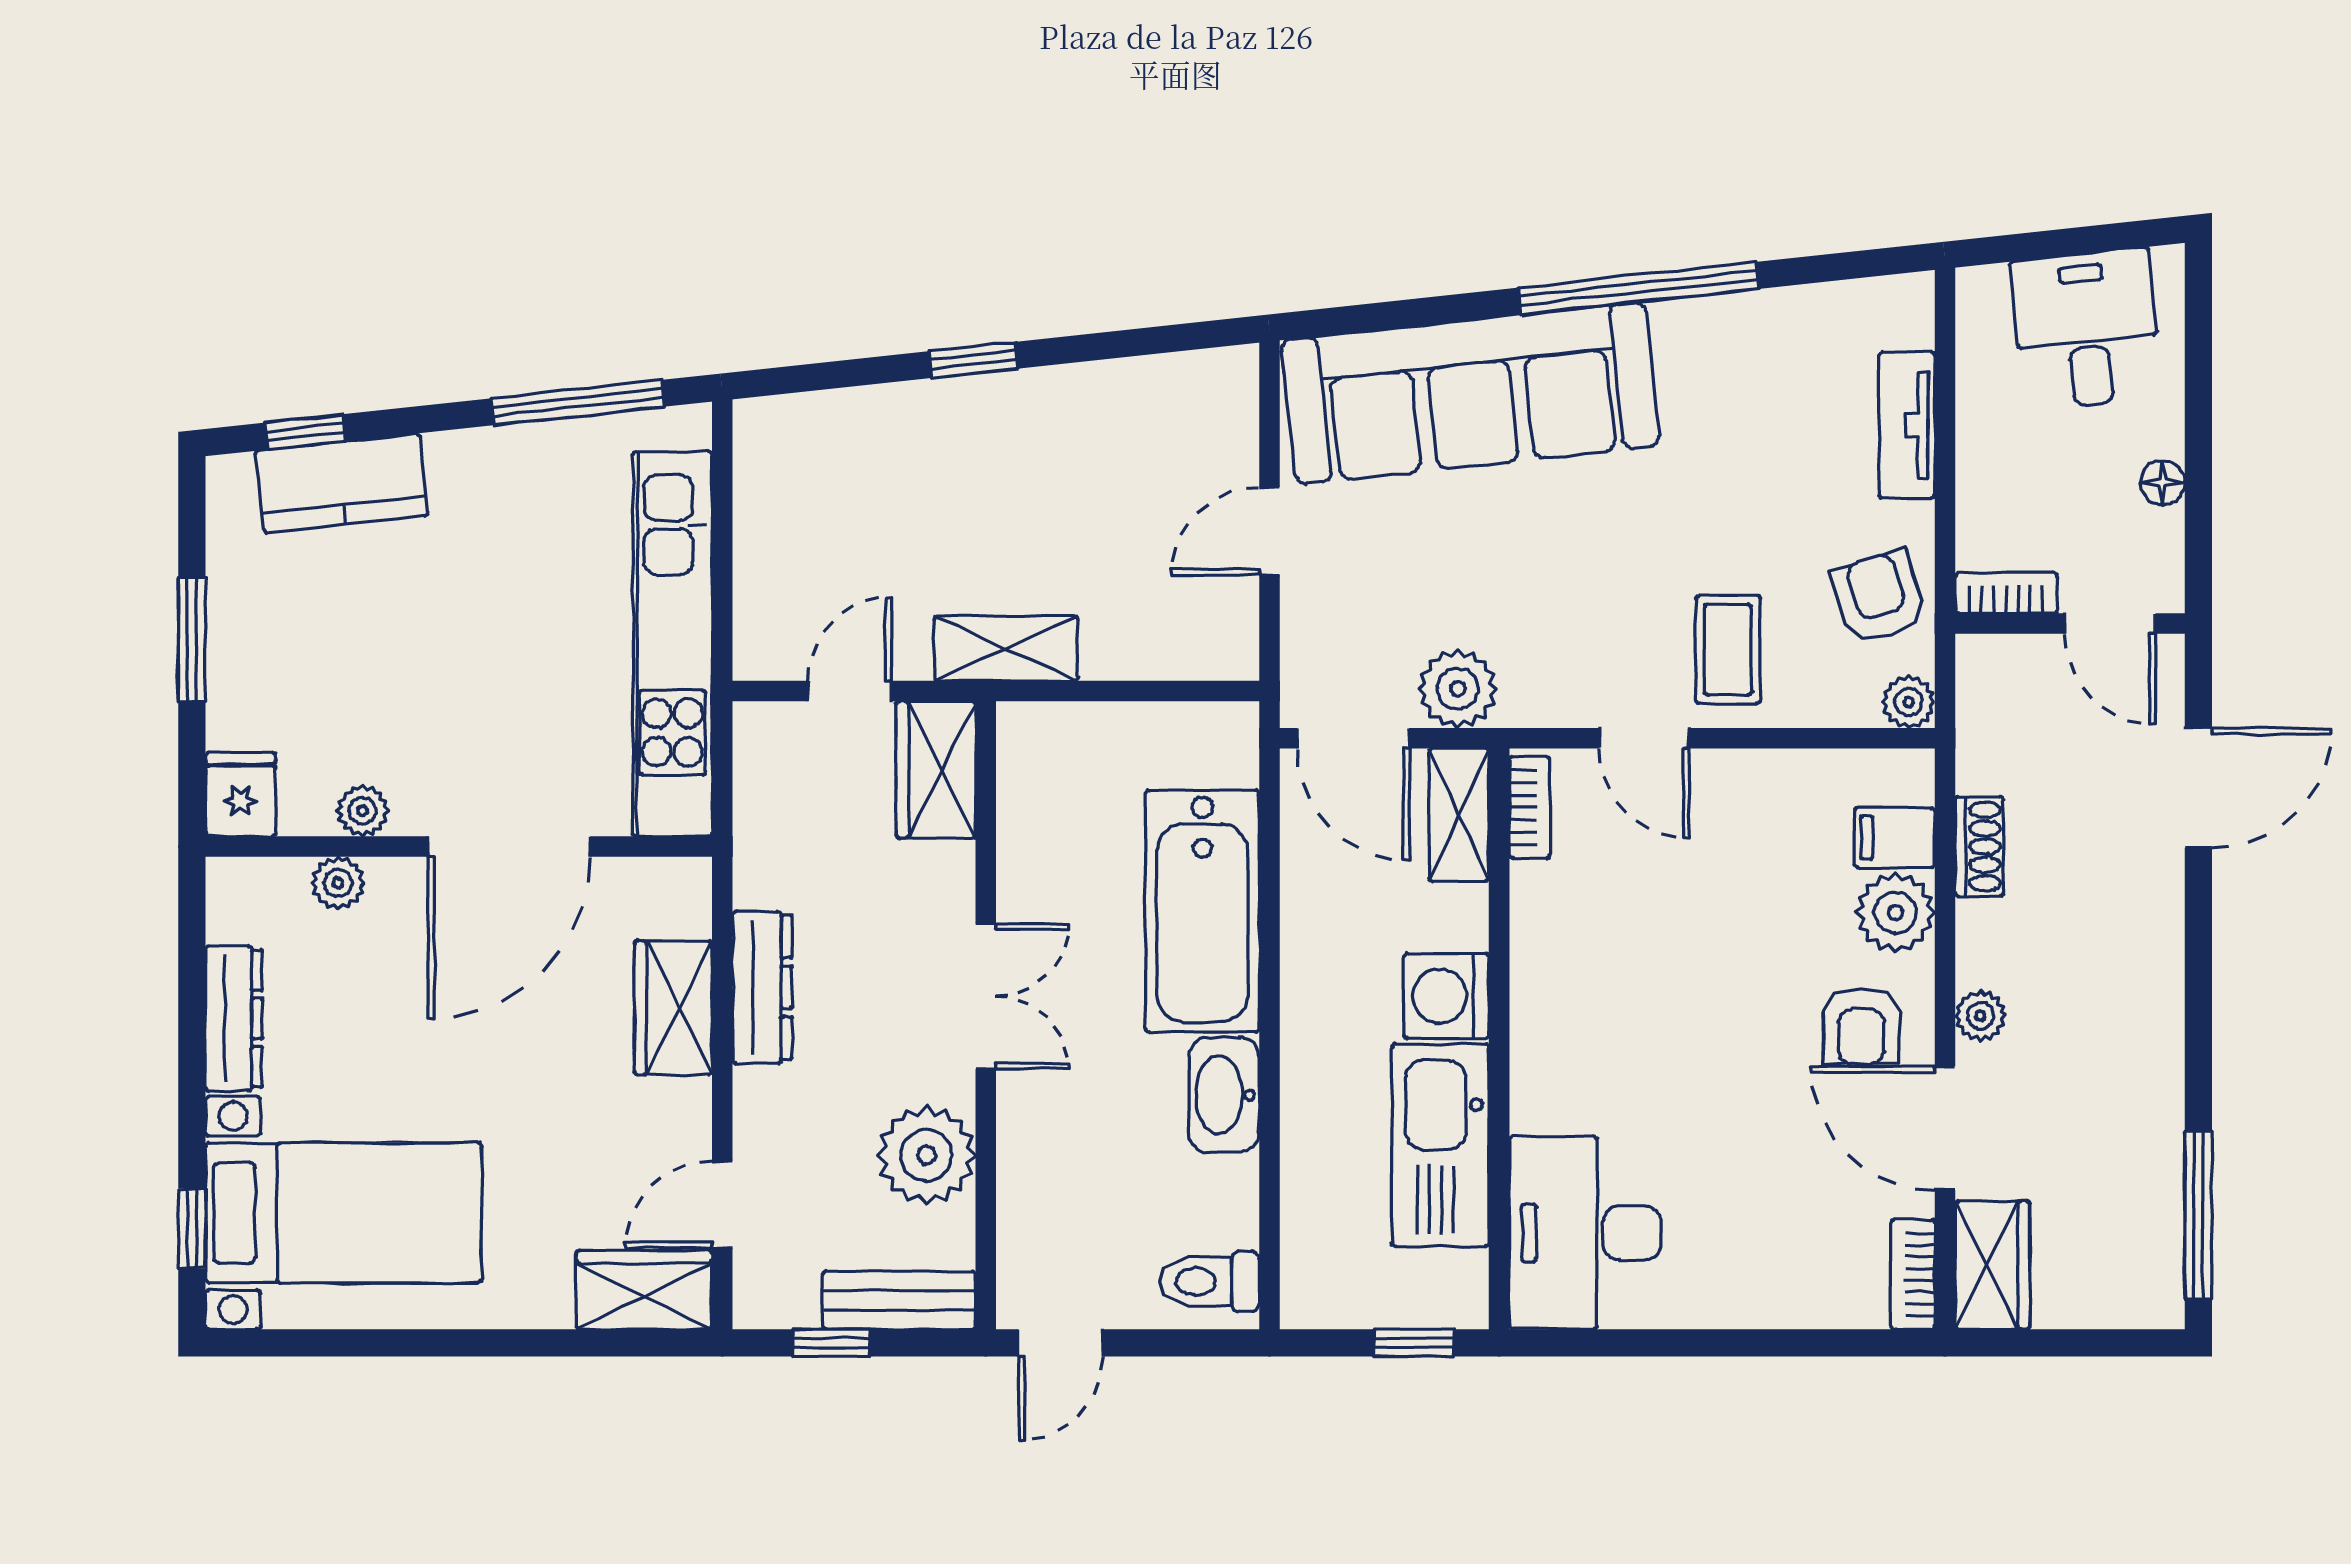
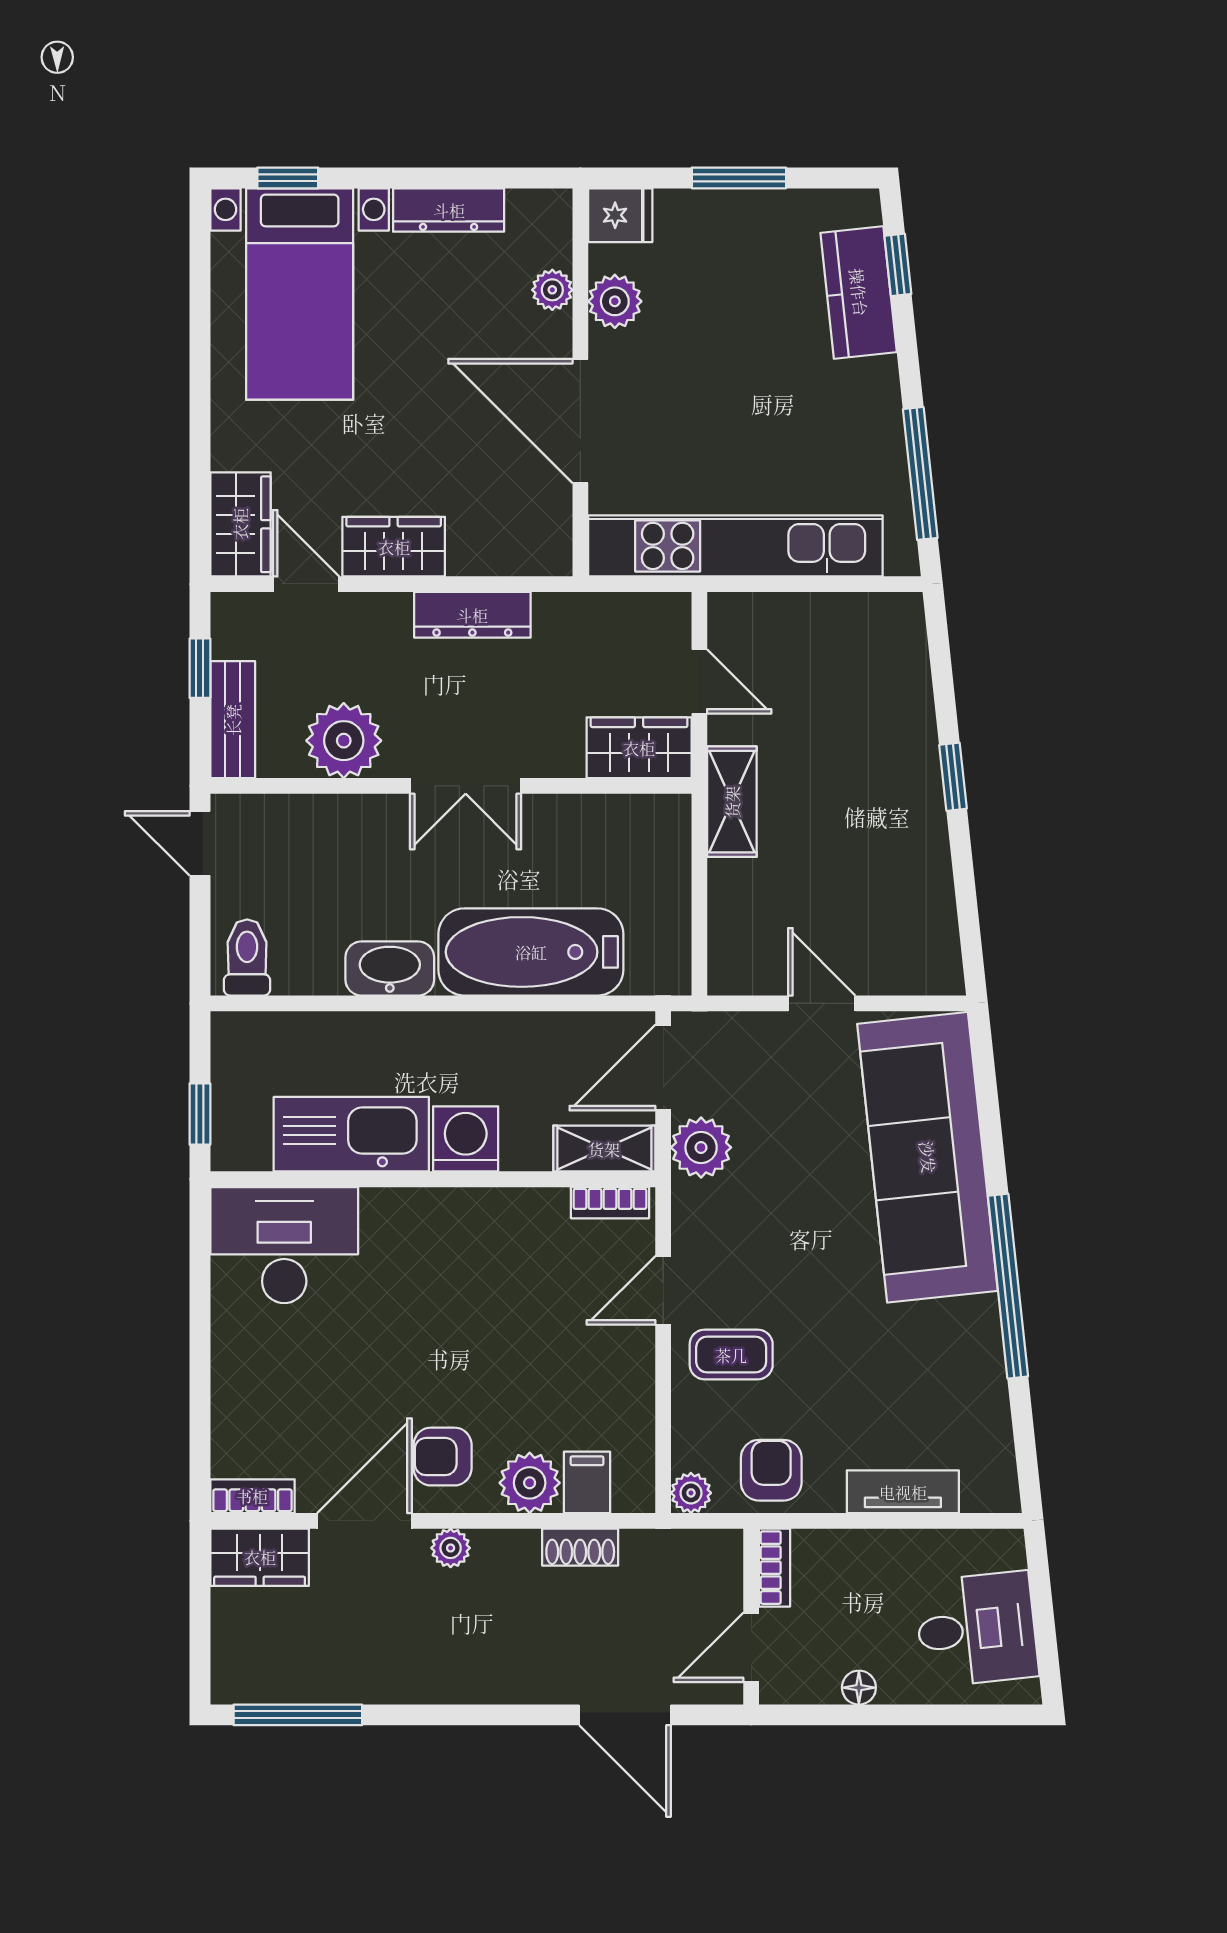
armchair: (1879, 597) -> (771, 1470), turned -73
plant: (363, 811) -> (615, 301), width x1.38, depth x1.38
wardrobe: (673, 1008) -> (394, 547), moved

